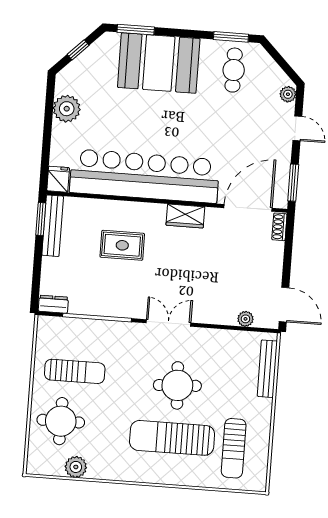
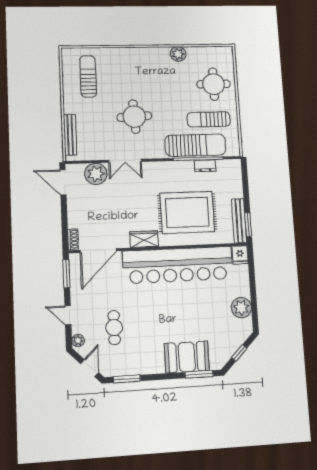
door: (277, 57) -> (90, 368), added
booth: (159, 63) -> (187, 357), width x0.73, depth x0.70
cafe table: (234, 70) -> (114, 328), moved
rug: (122, 245) -> (187, 212), width x1.86, depth x2.06
dresser: (53, 304) -> (205, 166), moved
plant: (245, 319) -> (96, 174), width x1.88, depth x1.88
double door: (168, 323) -> (125, 161), moved
sun lounger: (172, 438) -> (195, 145), moved
plant: (76, 467) -> (178, 54), moved

